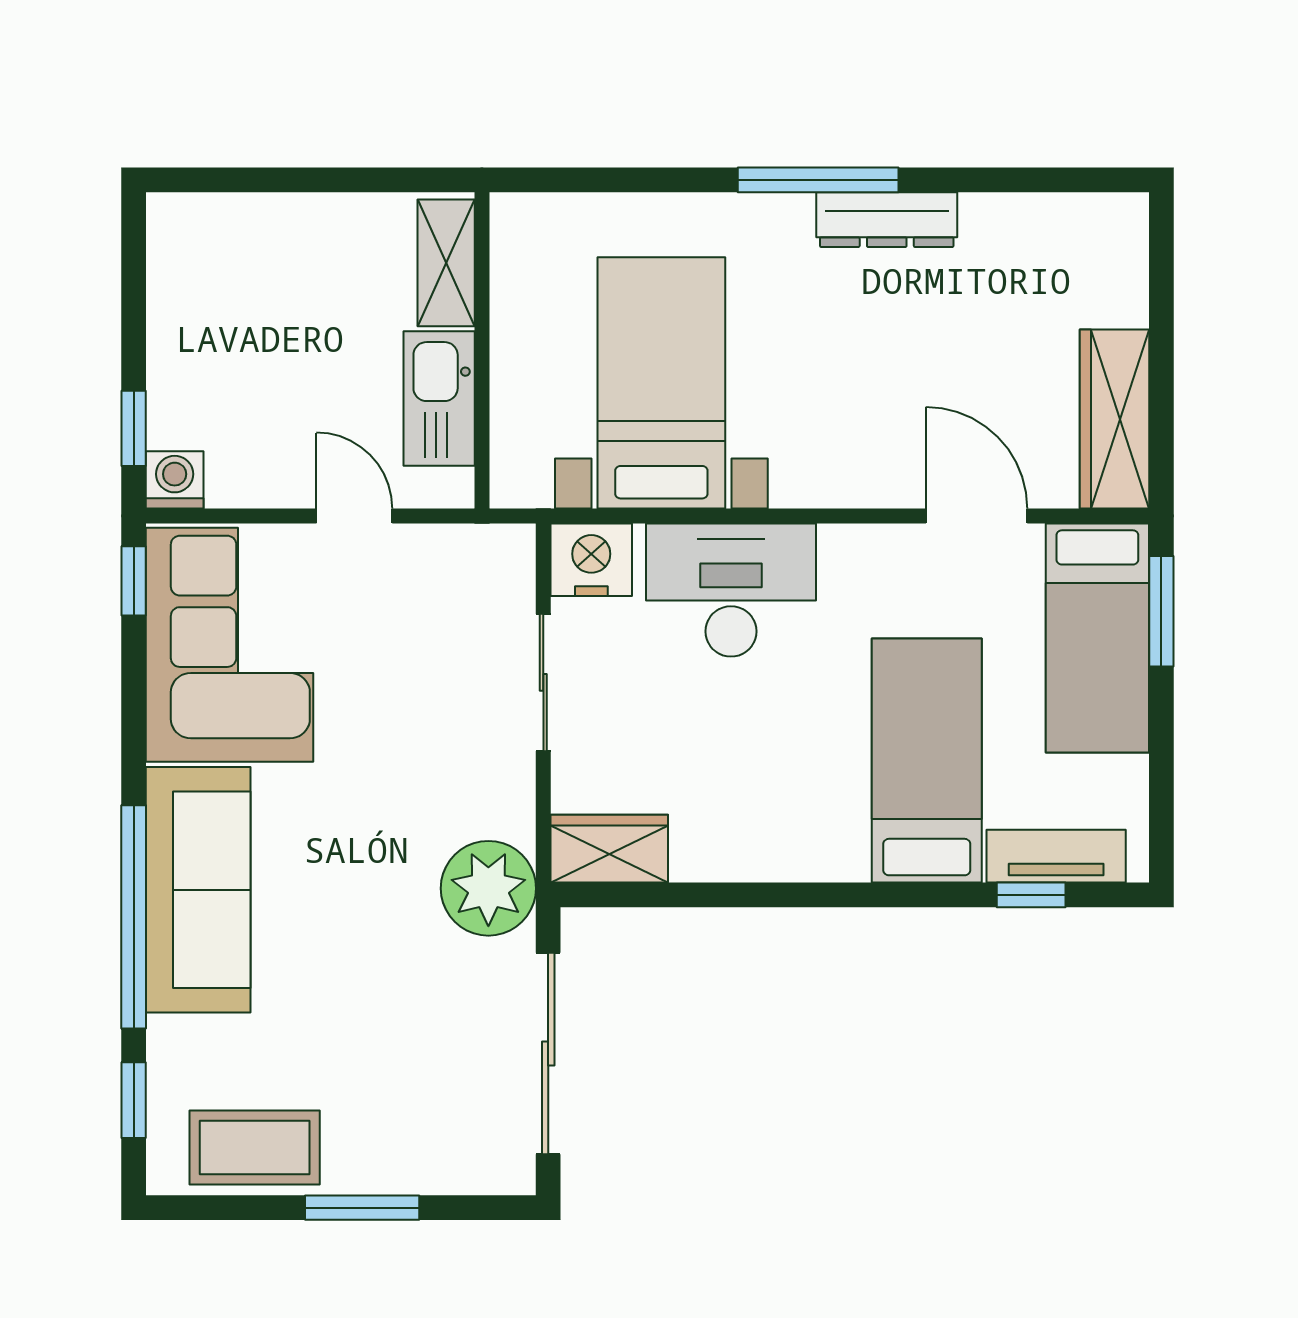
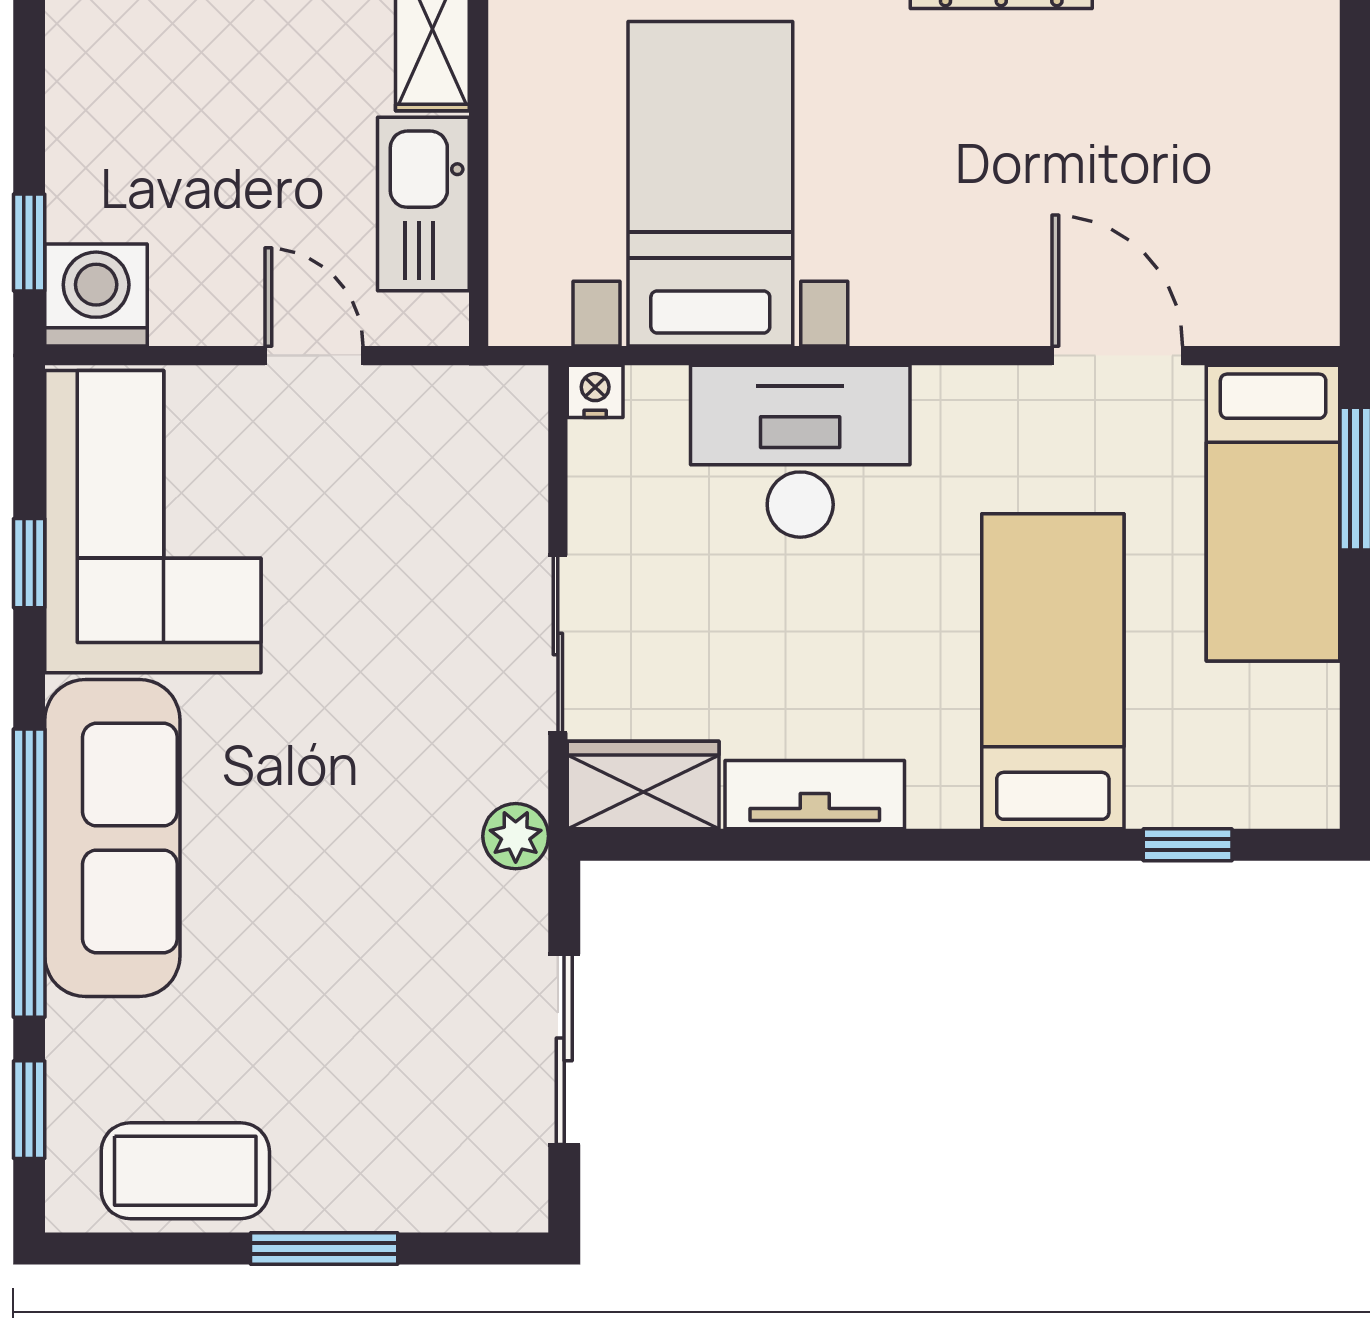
wardrobe: (1115, 419) -> (1295, 230), removed
washing machine: (175, 480) -> (96, 295), width x1.38, depth x1.38
nightstand: (591, 560) -> (595, 391), width x0.53, depth x0.56
window: (134, 581) -> (29, 563), moved
sliding door: (543, 682) -> (558, 644), moved
tv unit: (1056, 856) -> (815, 795), moved
plant: (488, 888) -> (516, 836), width x0.53, depth x0.53
sliding door: (548, 1054) -> (564, 1049), width x0.73

